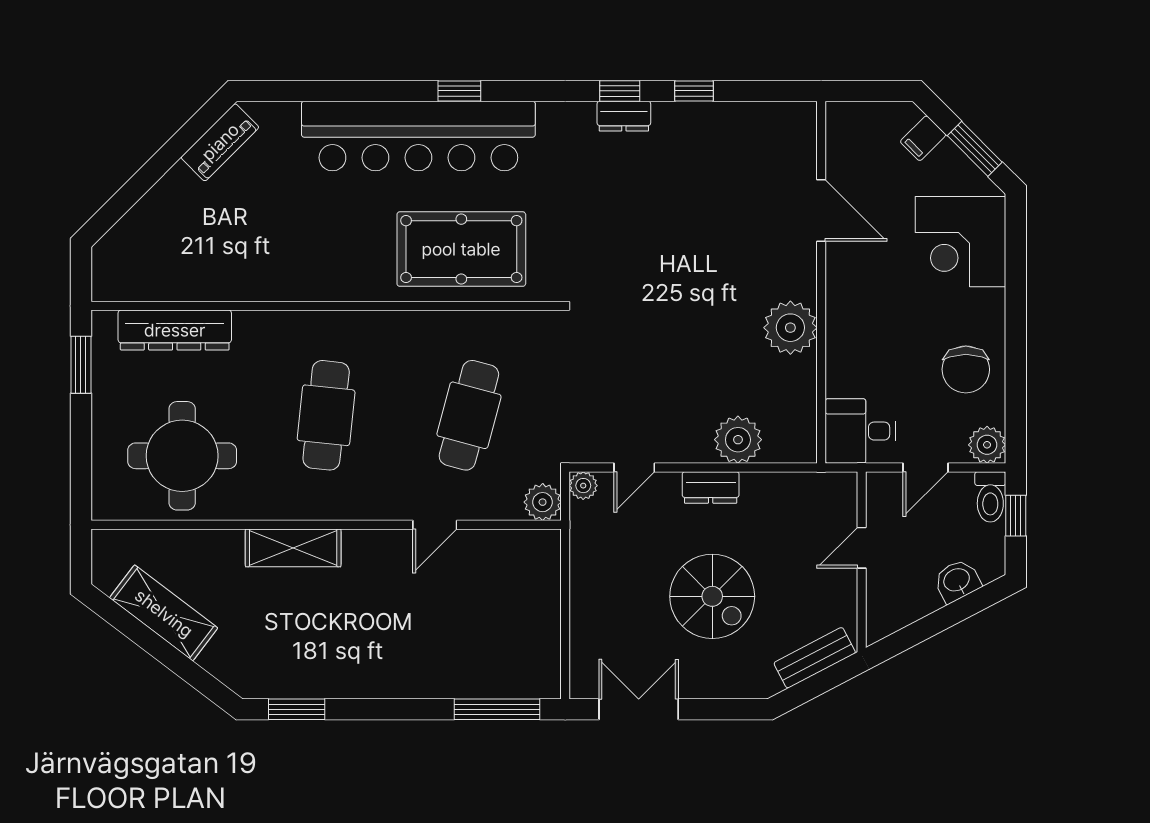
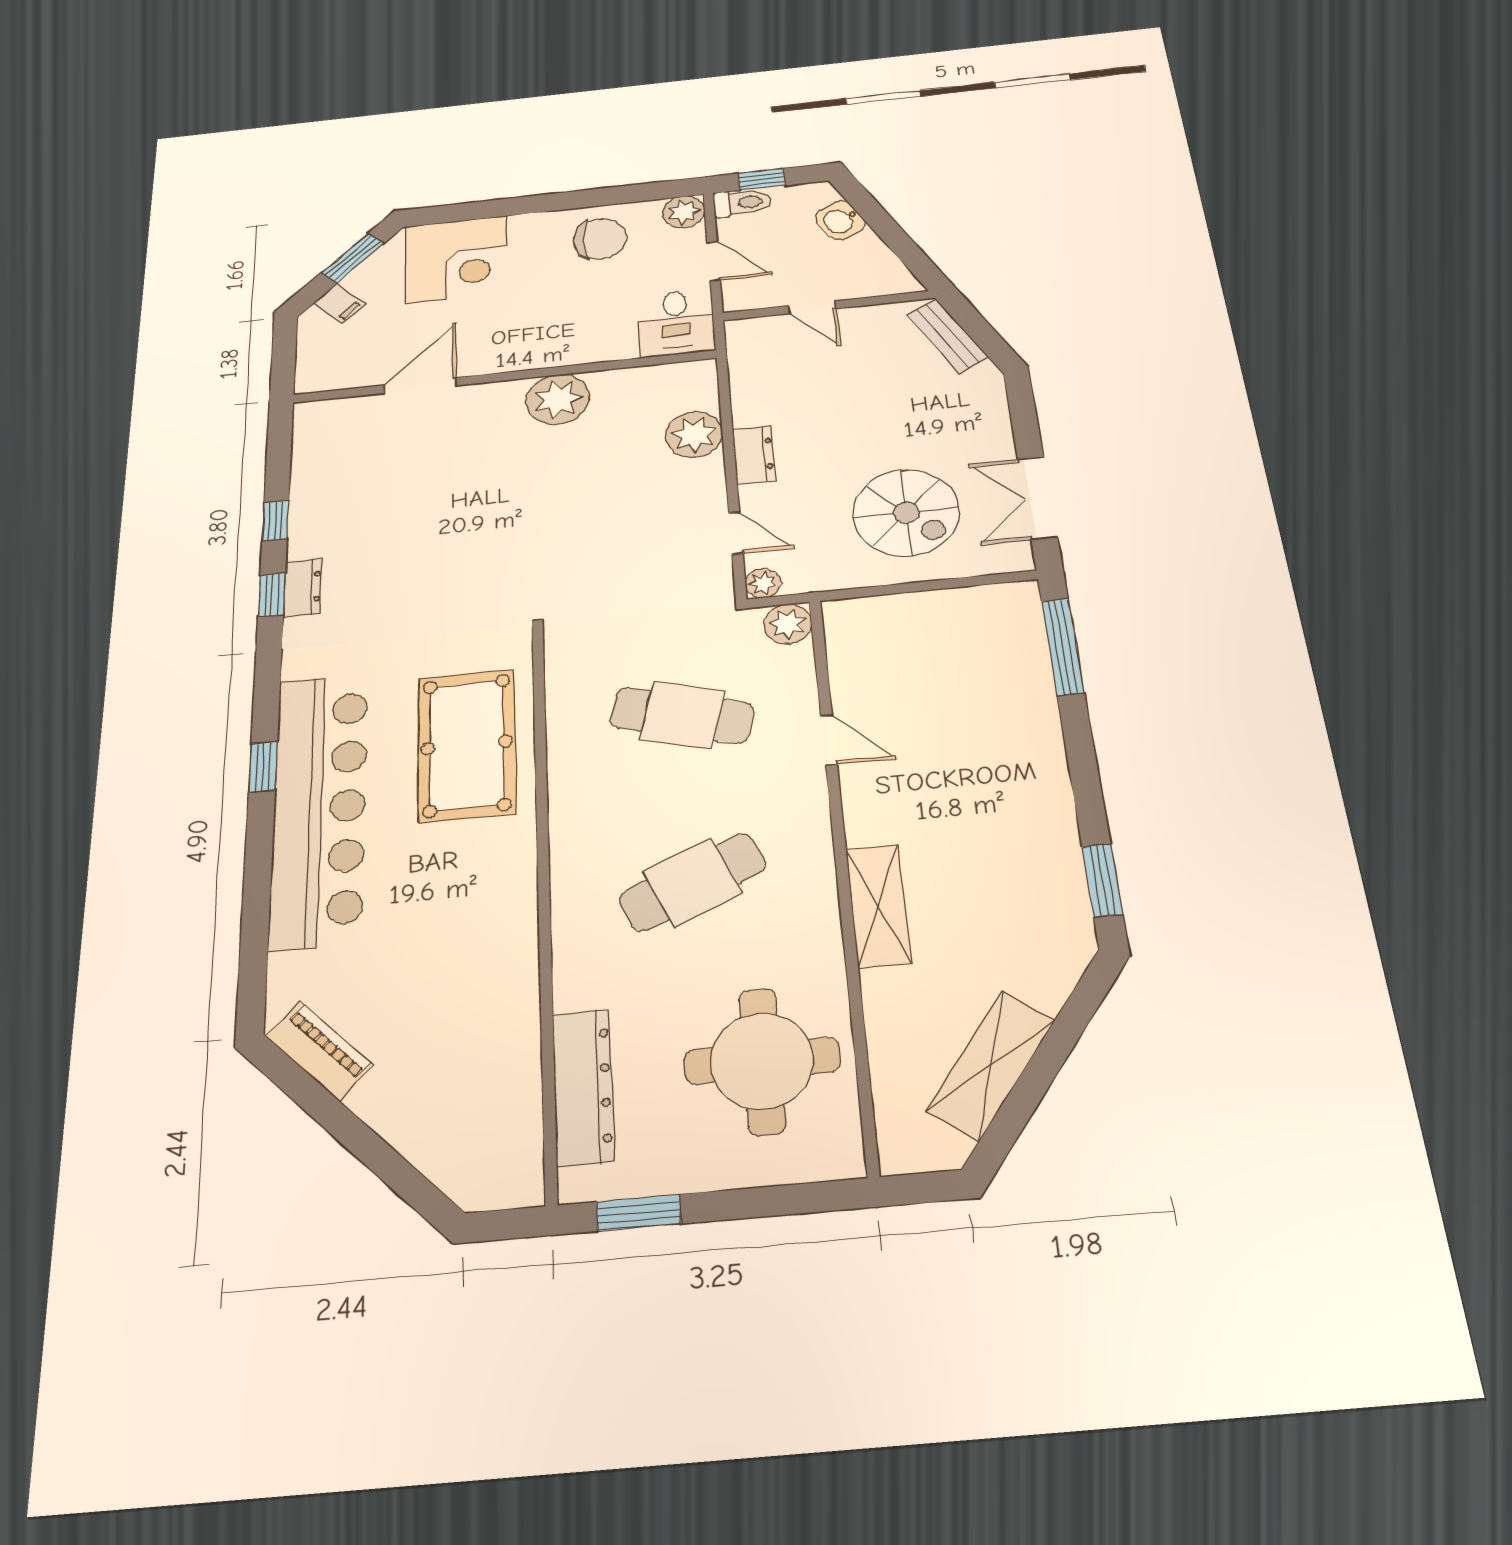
cafe table: (326, 415) -> (693, 882), turned -30
spiral stairs: (712, 596) -> (906, 513), moved, turned 90

